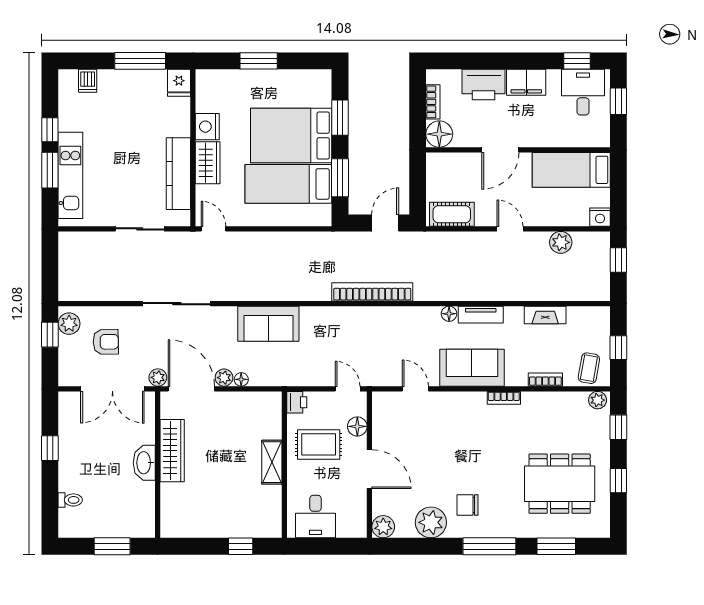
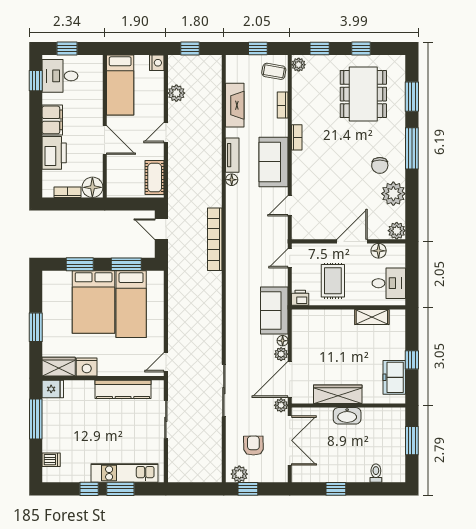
wardrobe: (208, 163) -> (59, 367), moved
fireplace: (545, 315) -> (235, 105), width x1.37, depth x1.32
sofa: (268, 324) -> (274, 310), moved, turned 180
floor lamp: (357, 426) -> (379, 251), moved
shelving: (272, 462) -> (372, 317), moved
freezer: (194, 524) -> (394, 377), added
window: (241, 546) -> (412, 360), moved

